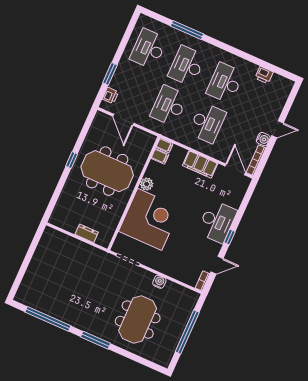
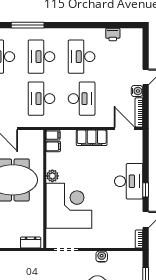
dresser: (87, 233) -> (31, 242), moved

